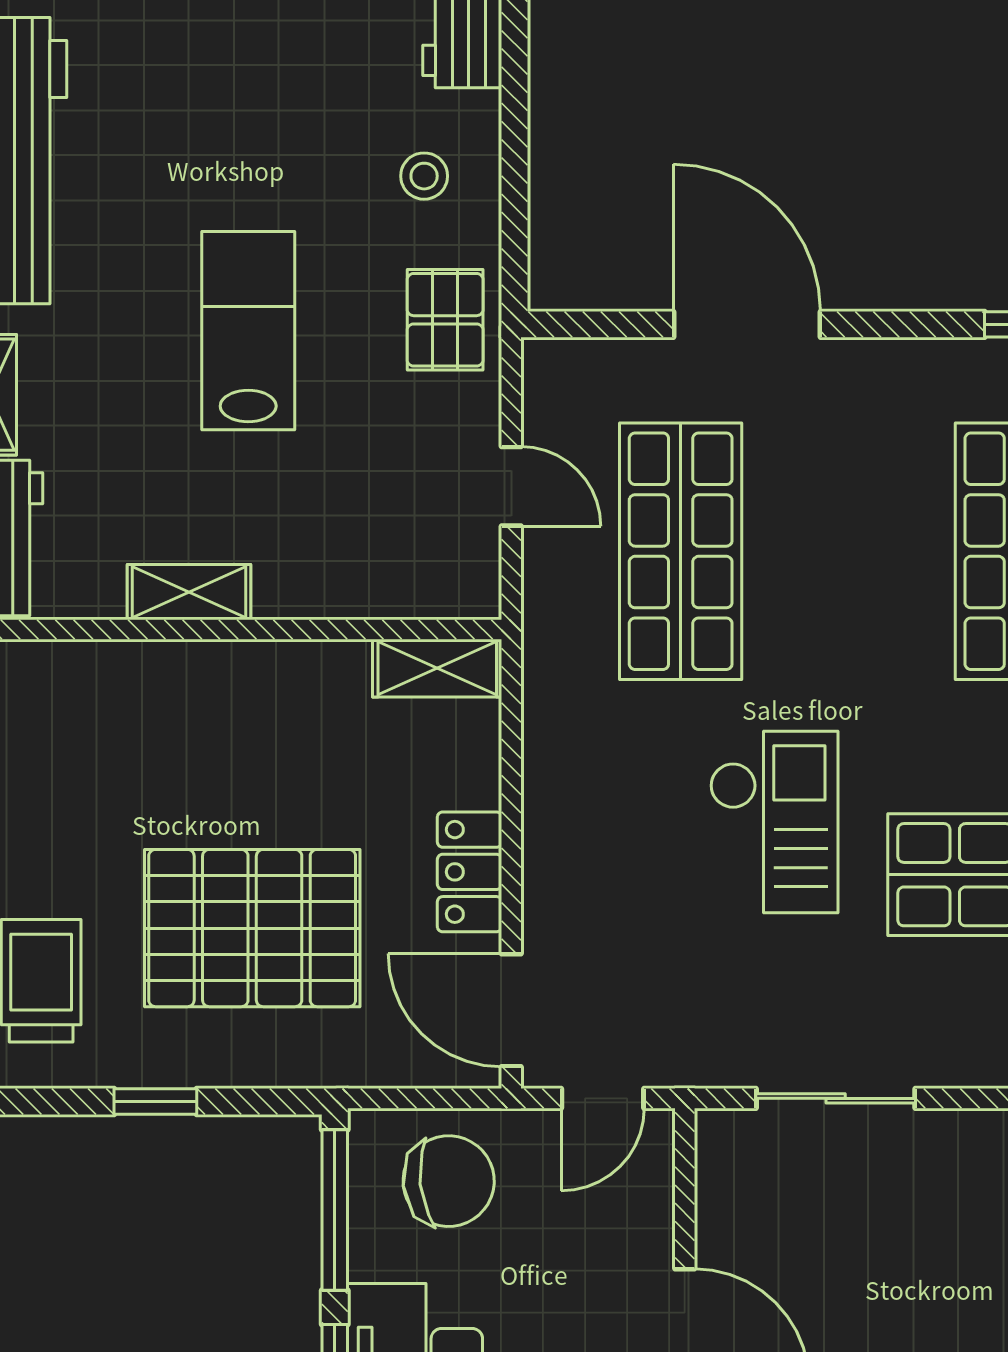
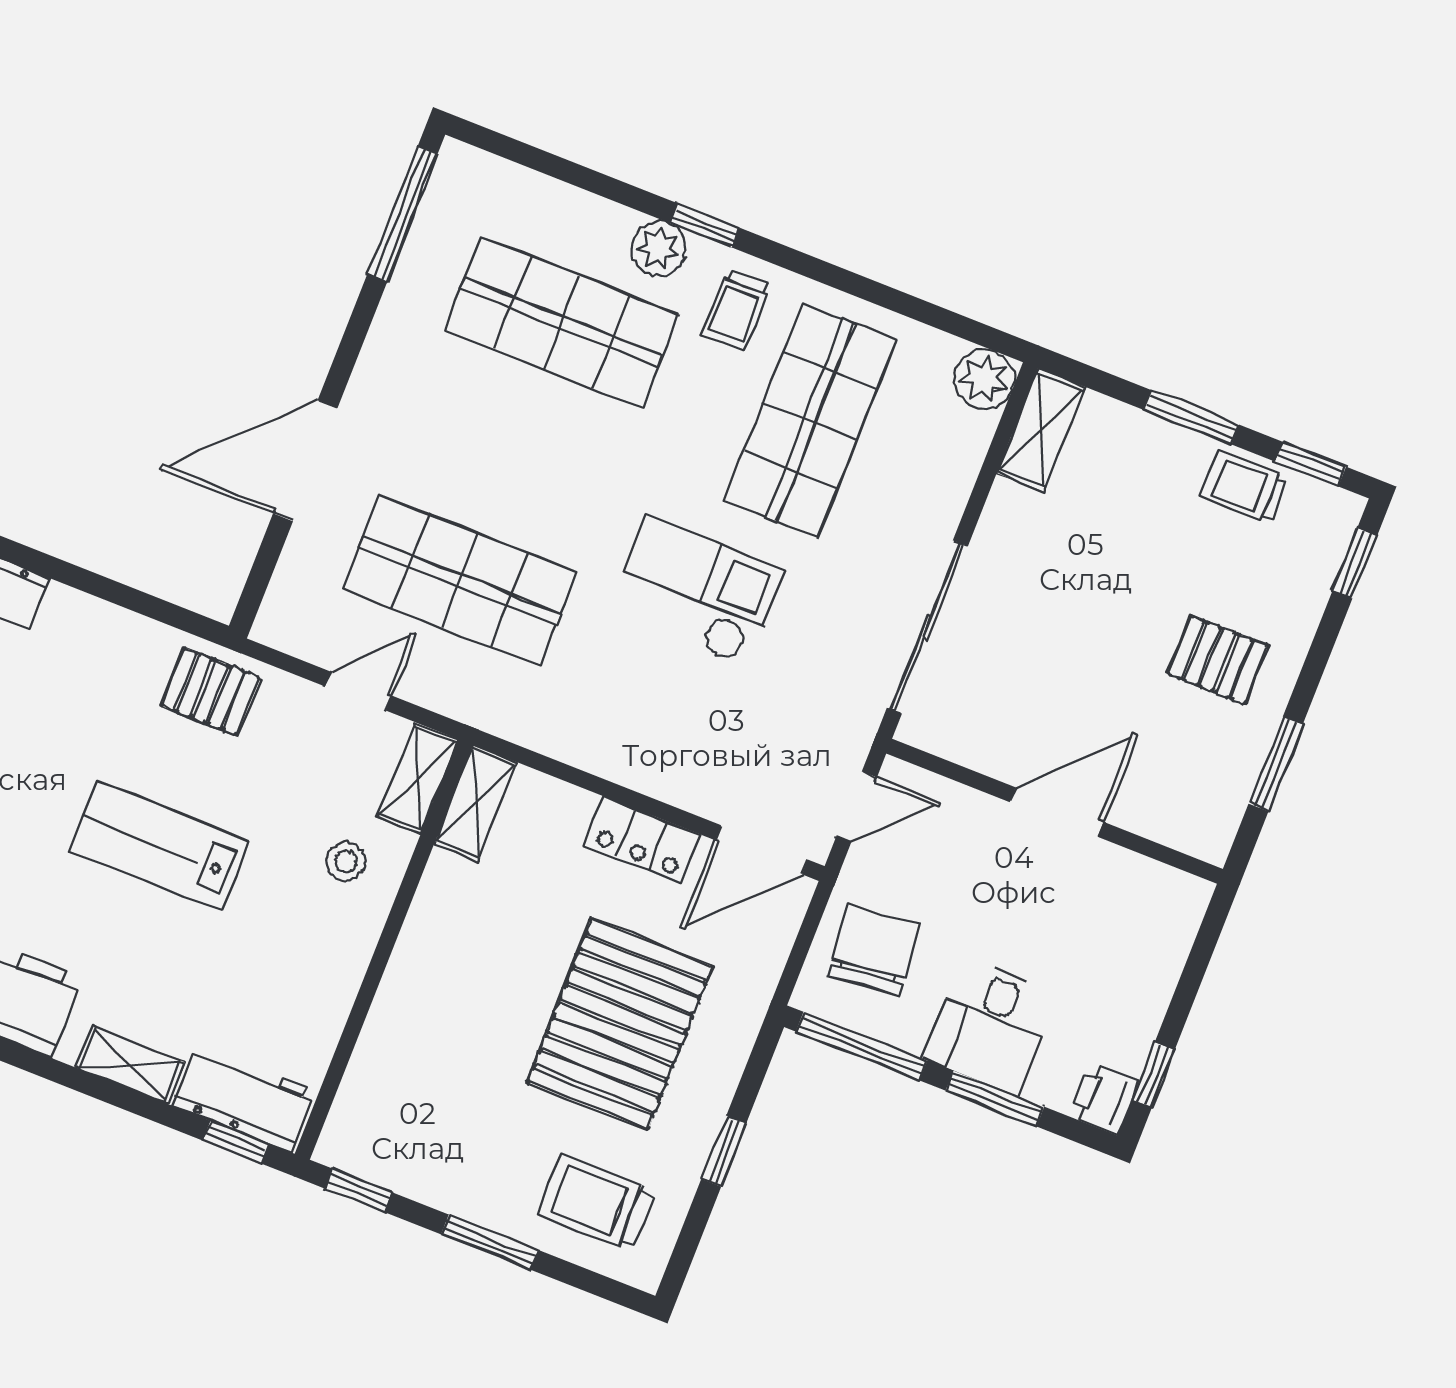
stool: (424, 176) -> (346, 861), moved
shelving: (189, 592) -> (418, 778), moved
door: (603, 1098) -> (857, 806), hinge flipped
sliding door: (836, 1098) -> (927, 627), width x1.37

